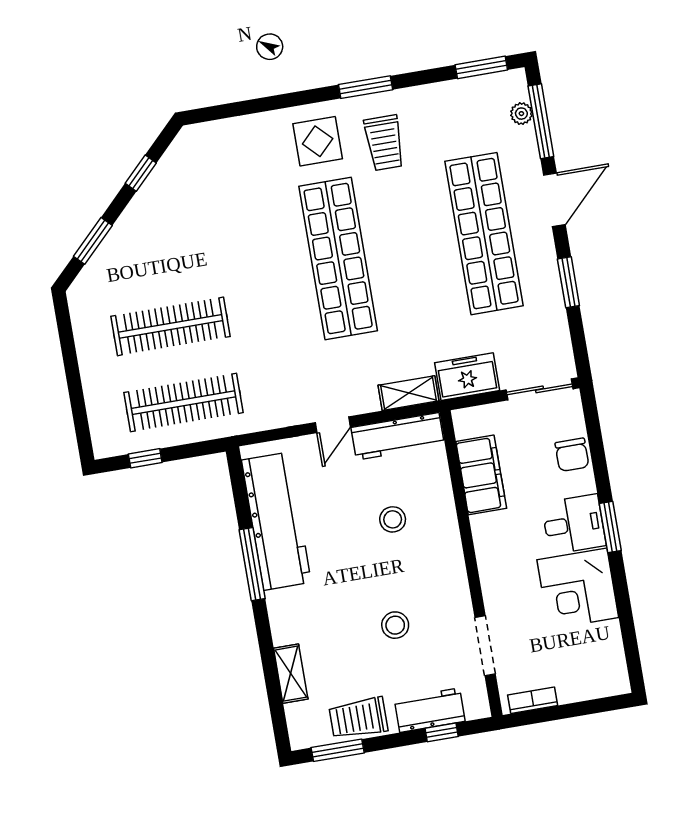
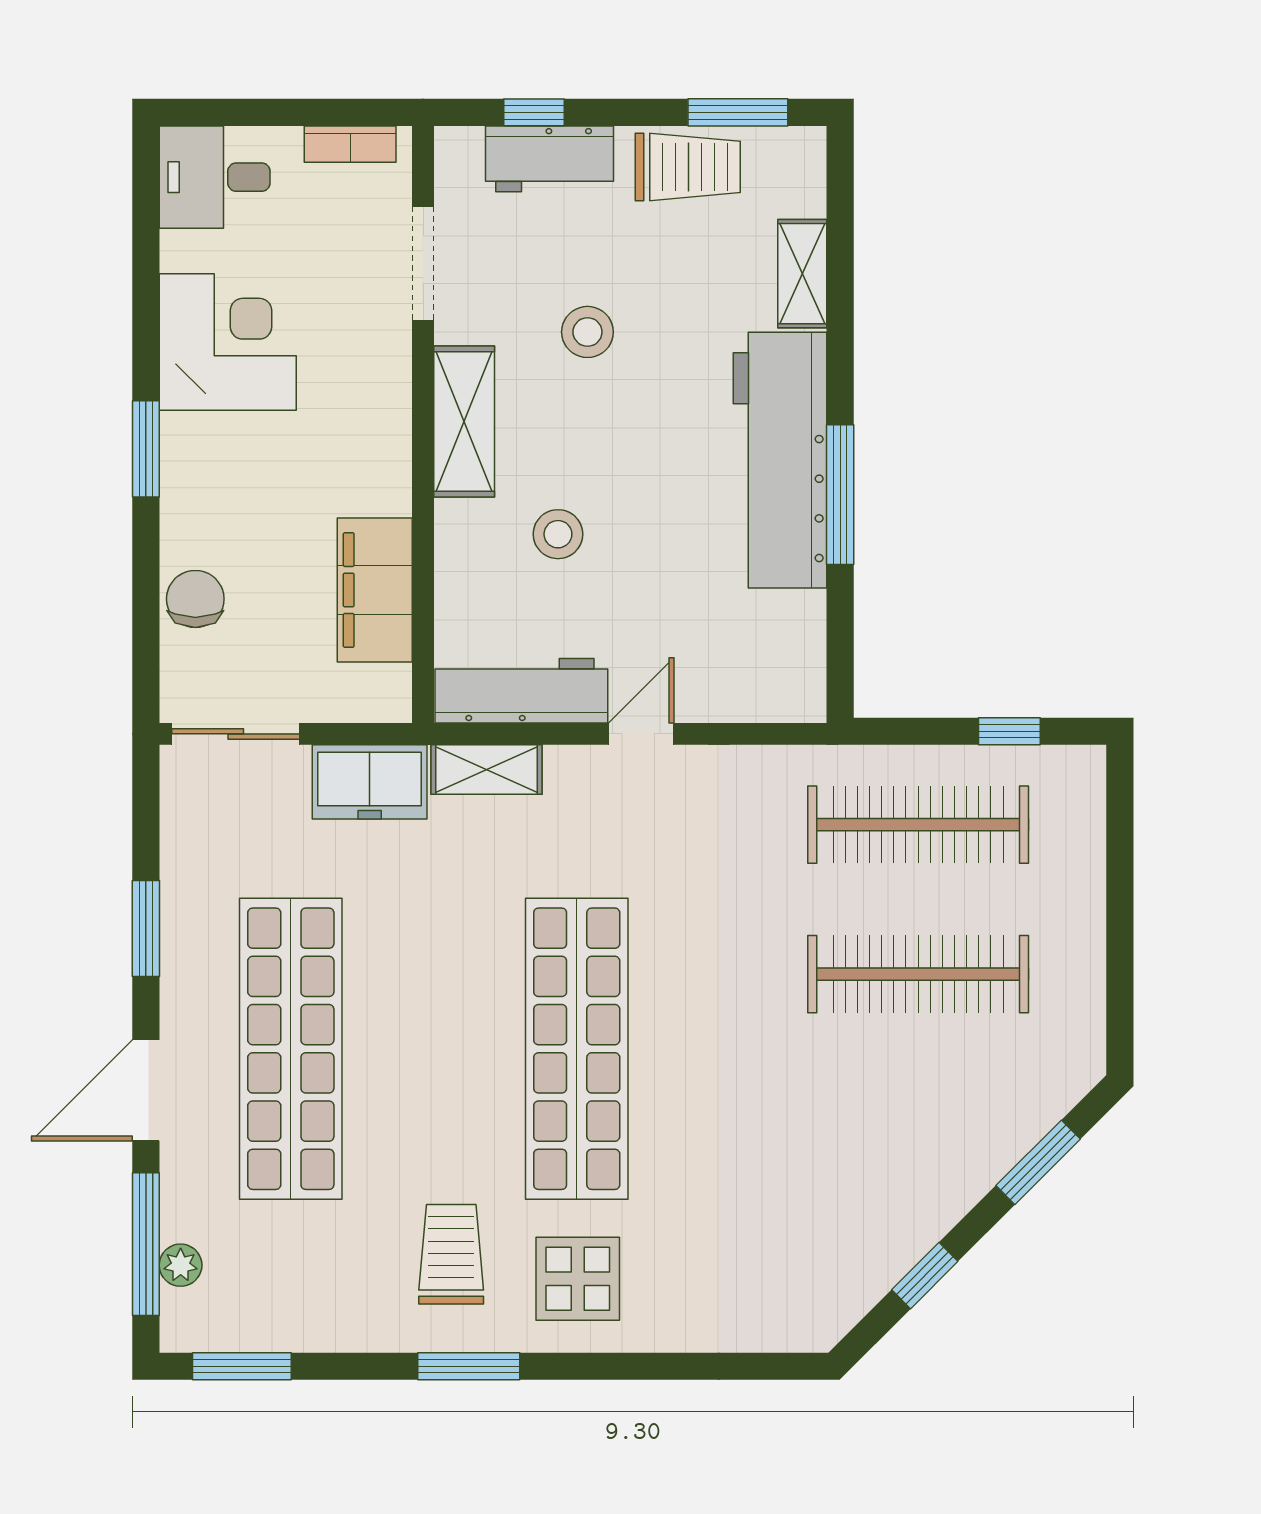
workbench: (276, 521) -> (780, 460), moved
desk: (574, 524) -> (215, 177), moved
shelving: (450, 569) -> (464, 422), added

